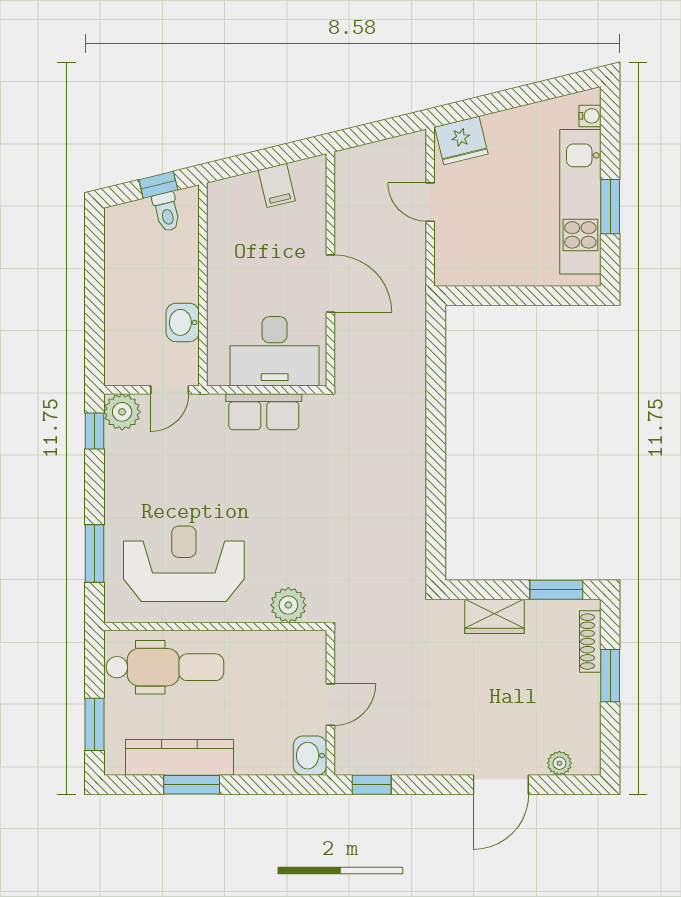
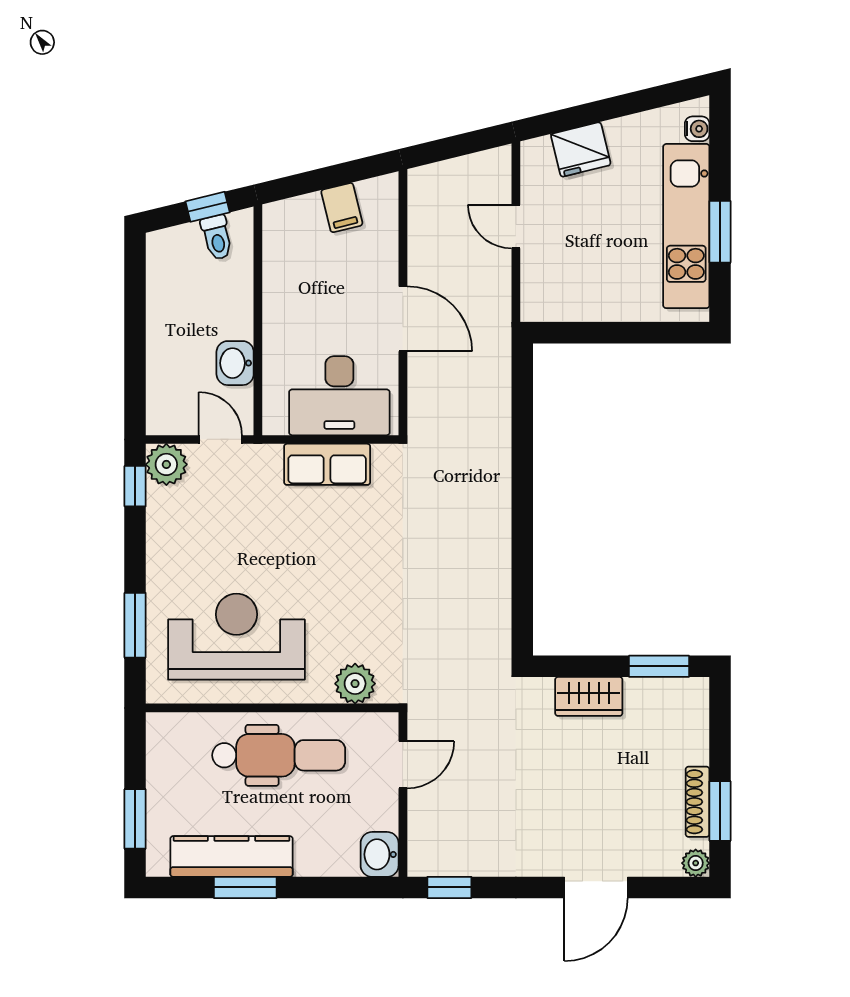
fridge: (461, 141) -> (581, 149), moved
door: (170, 390) -> (220, 439), swing flipped
shoe rack: (590, 642) -> (697, 802), moved
dental chair: (165, 667) -> (279, 755), moved
window: (610, 676) -> (720, 811), moved
door: (330, 705) -> (403, 765), moved
plant: (559, 763) -> (696, 863), moved

